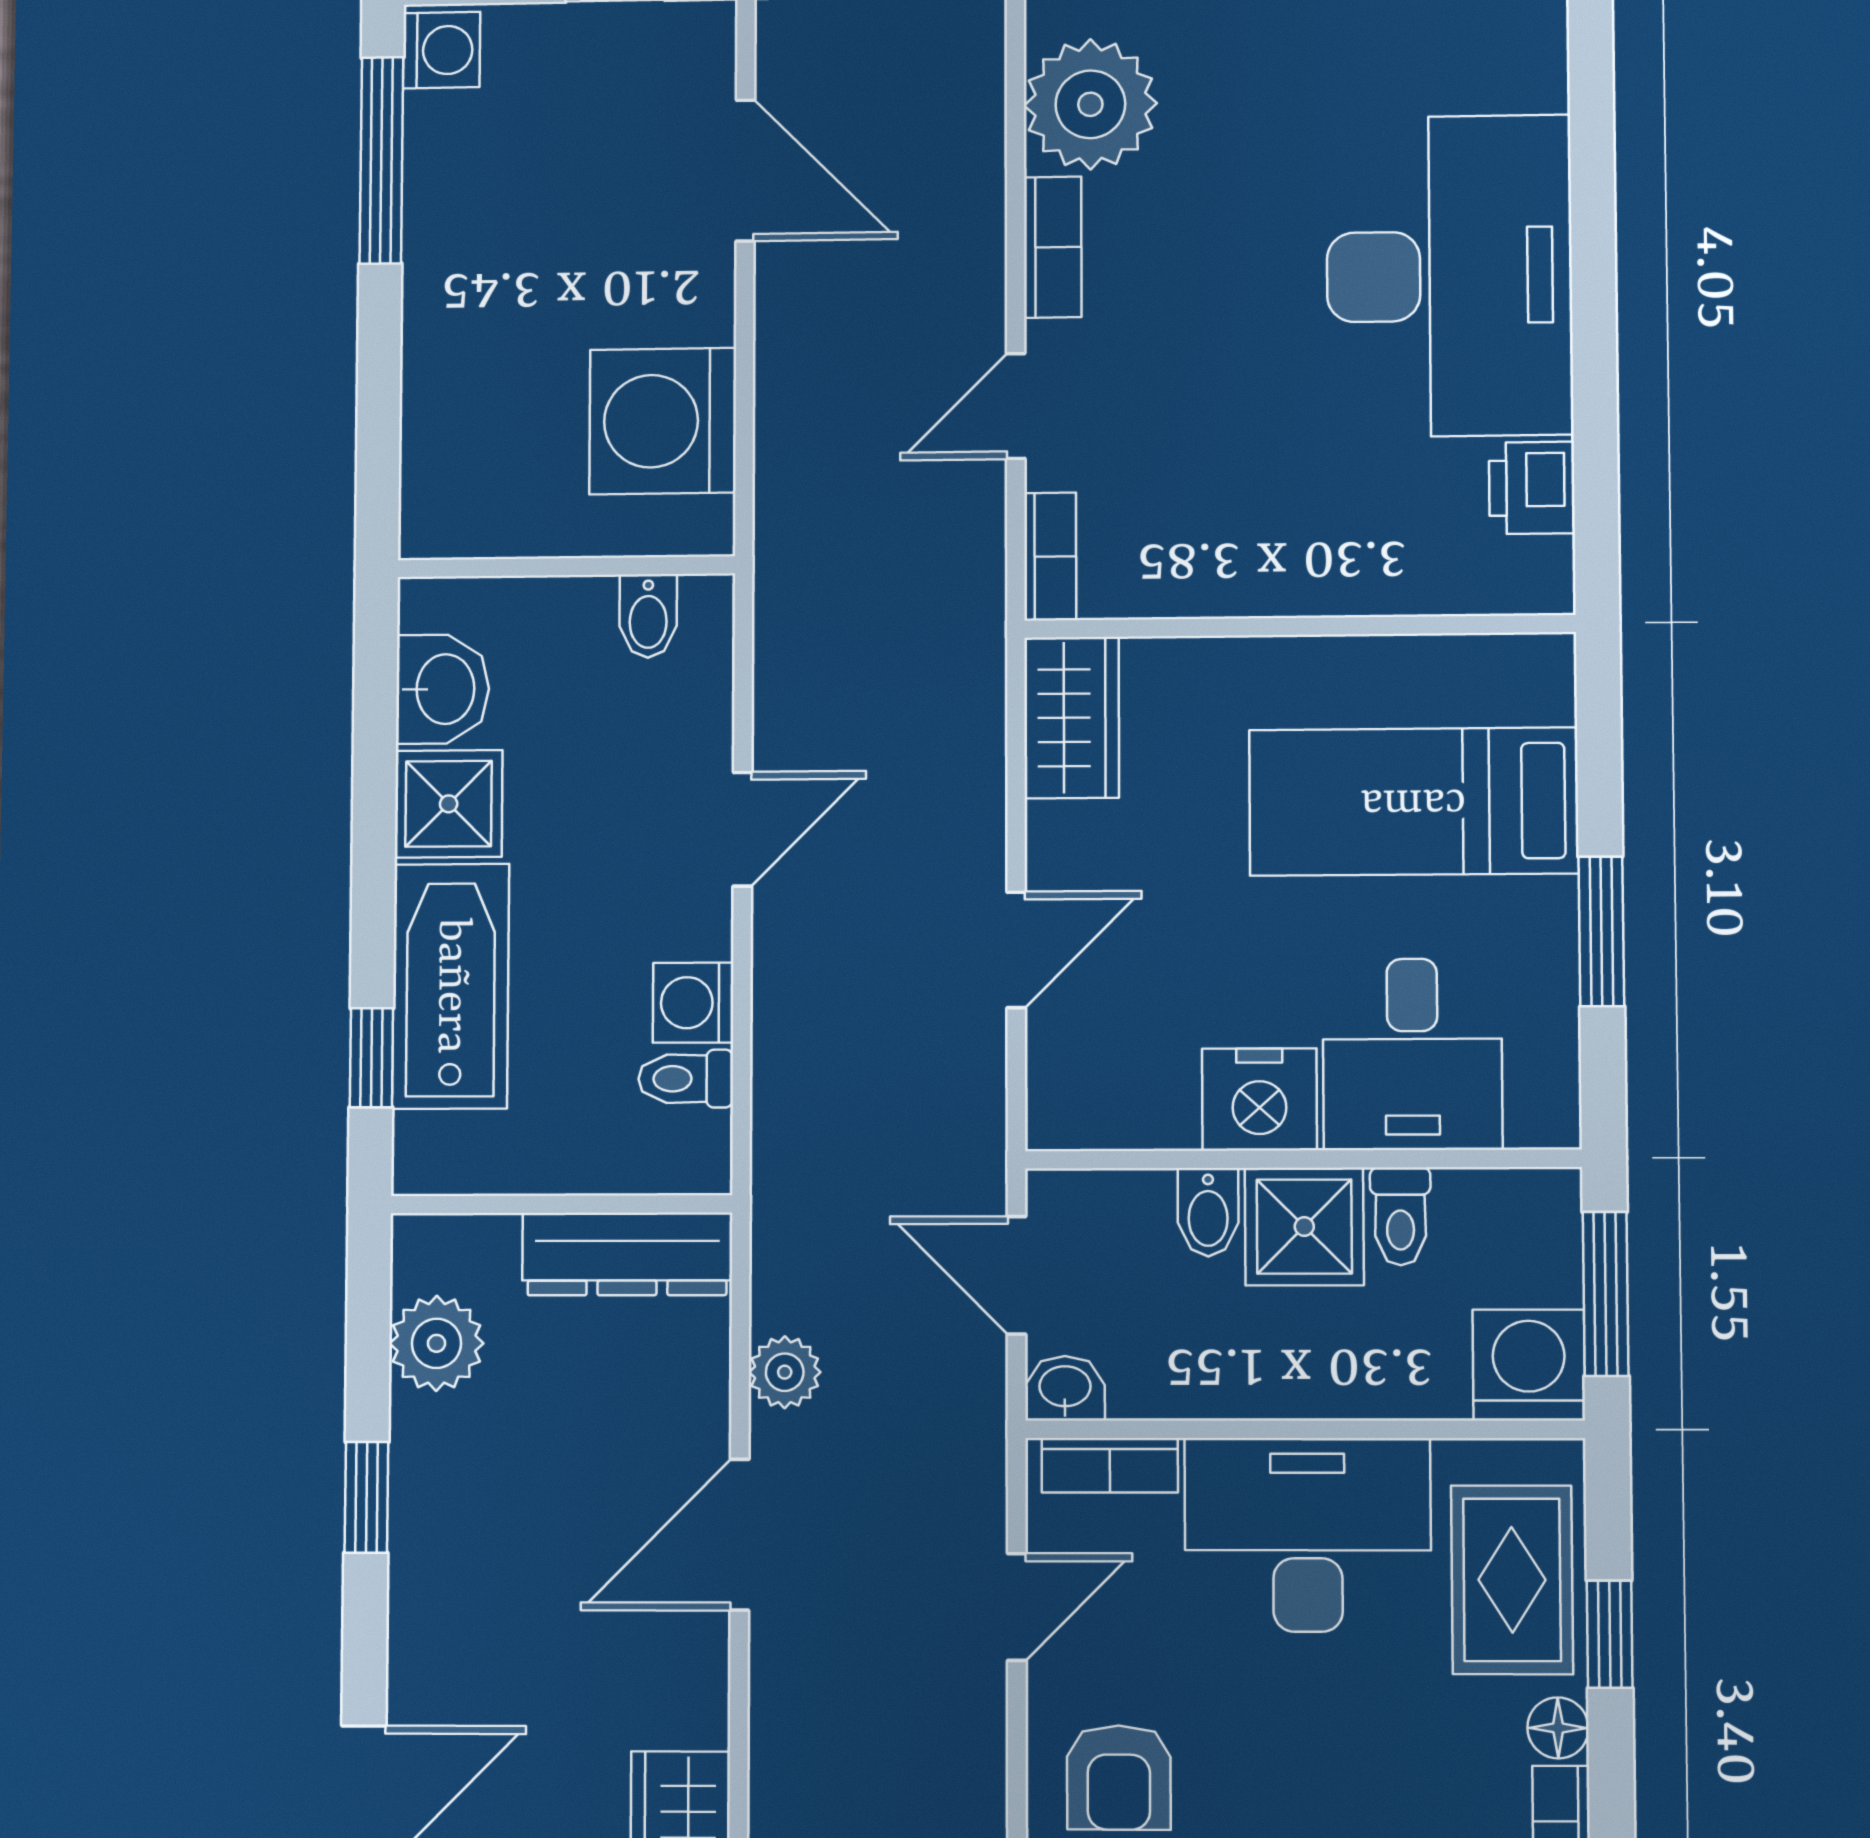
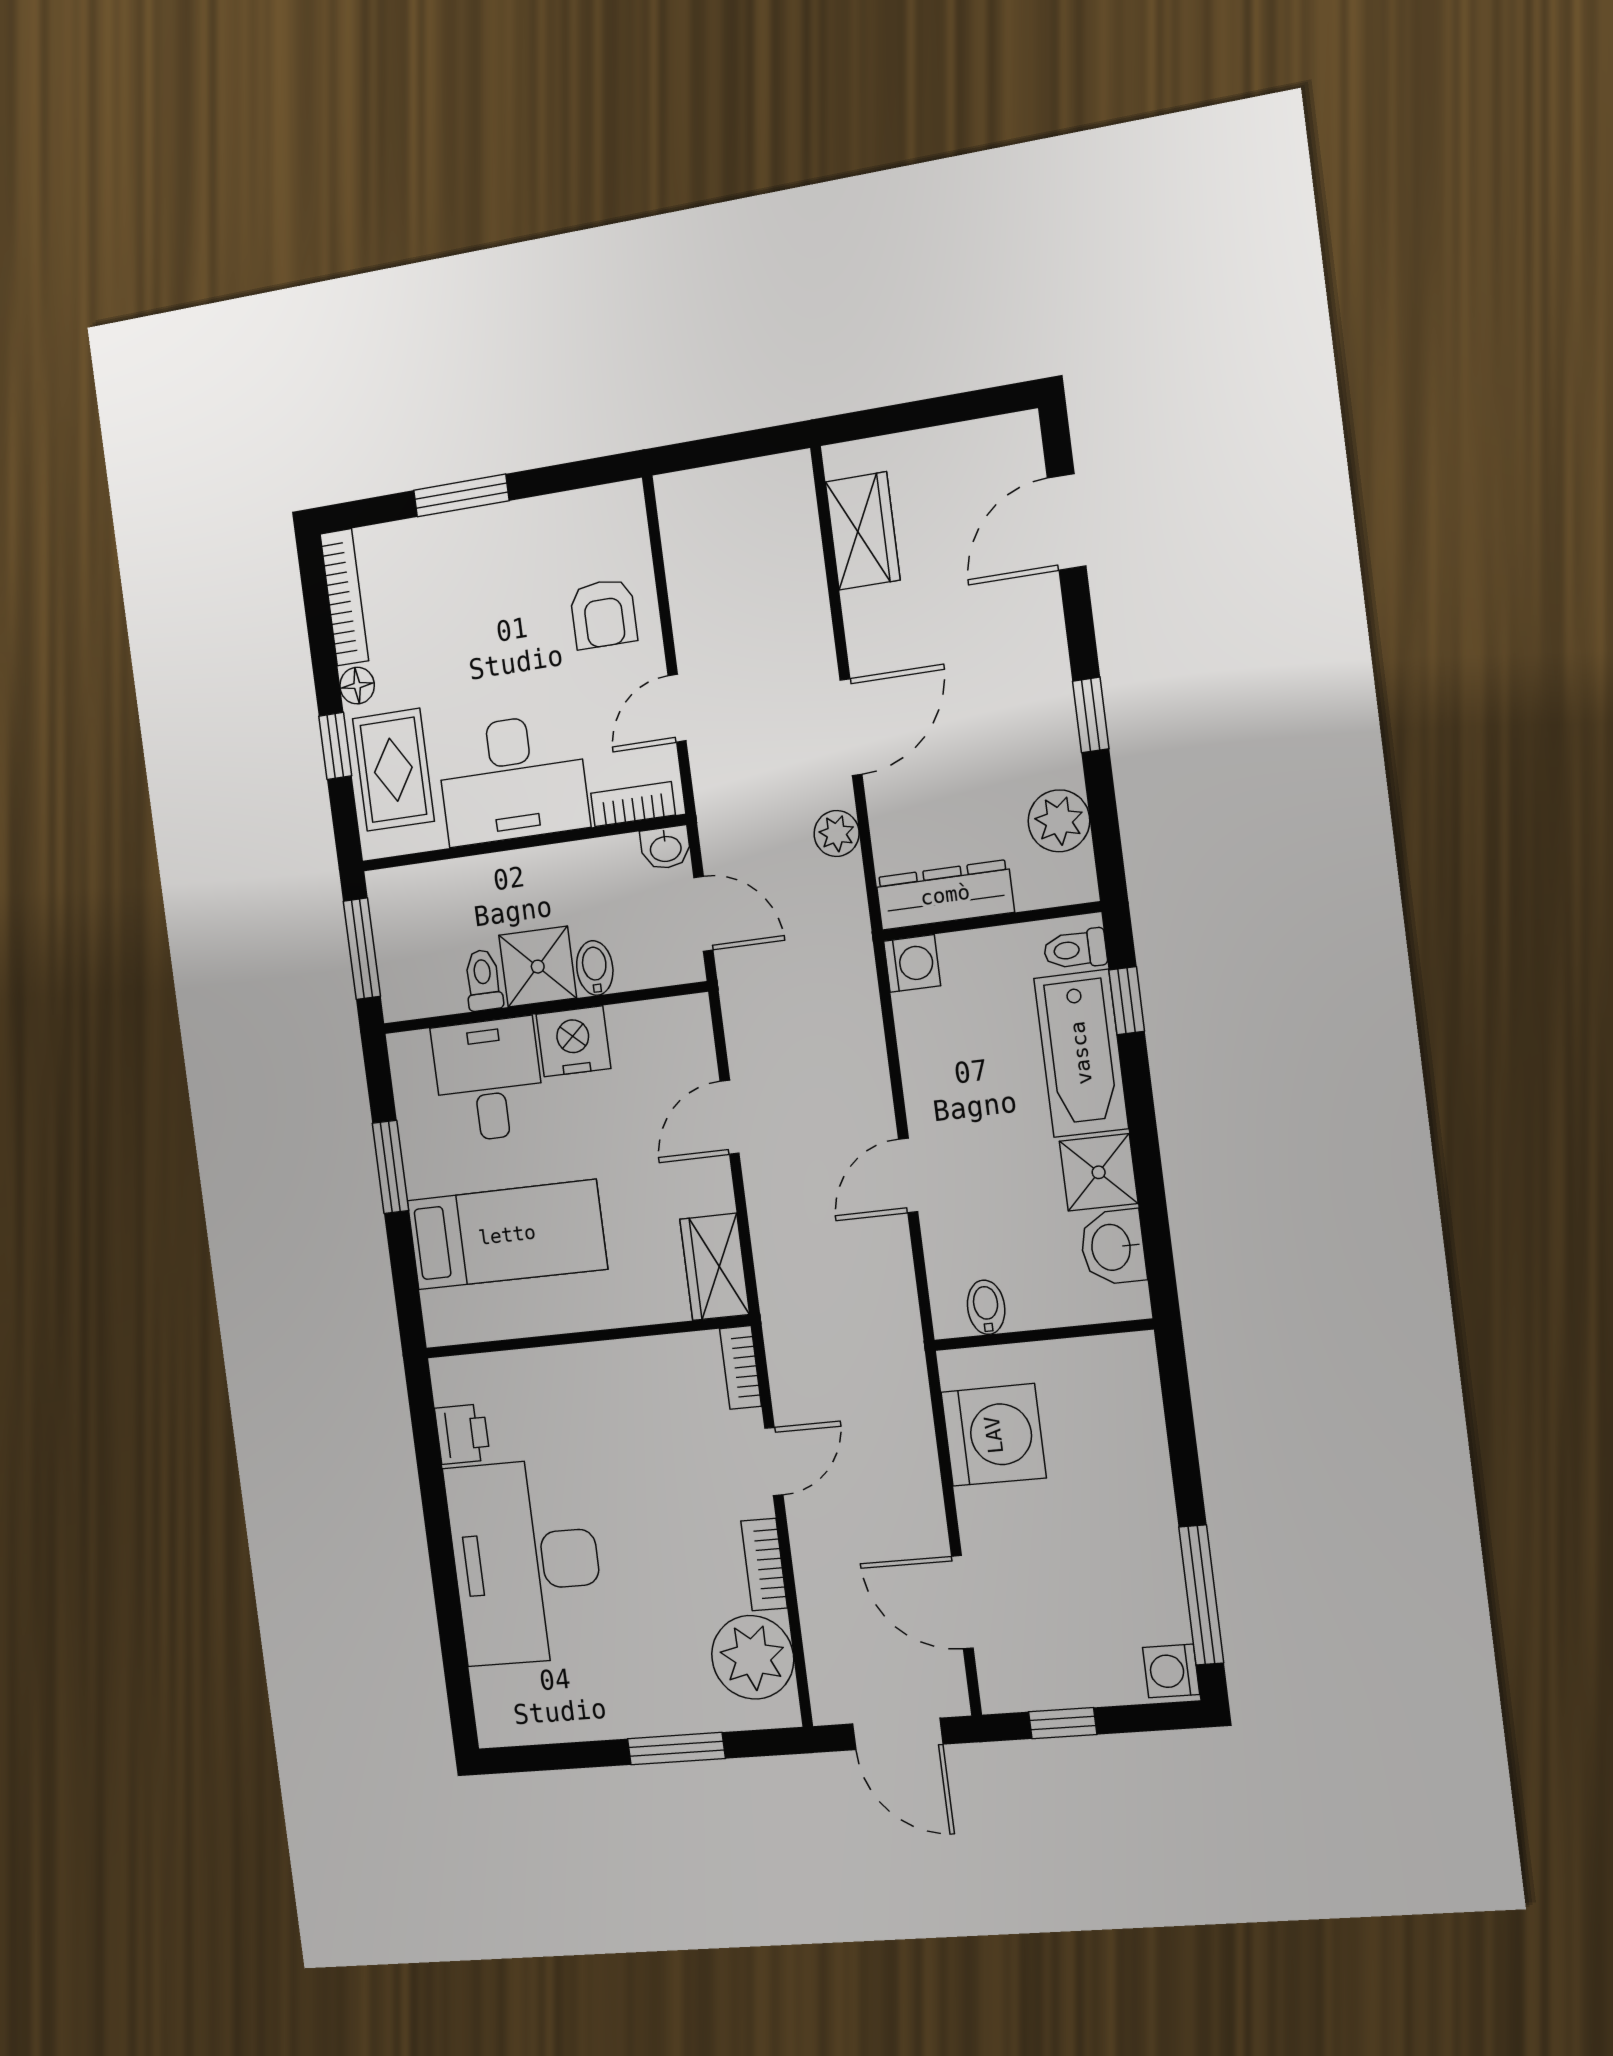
washing machine: (693, 1003) -> (912, 963), moved
toilet: (686, 1079) -> (1075, 949), moved, turned 180
washing machine: (1529, 1365) -> (400, 900), removed
armchair: (1119, 1777) -> (604, 614), turned 180

